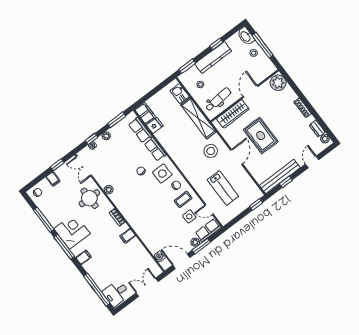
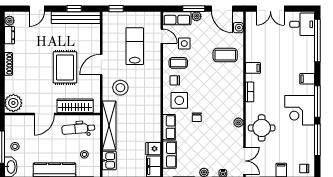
coffee table: (154, 230) -> (225, 55), added

